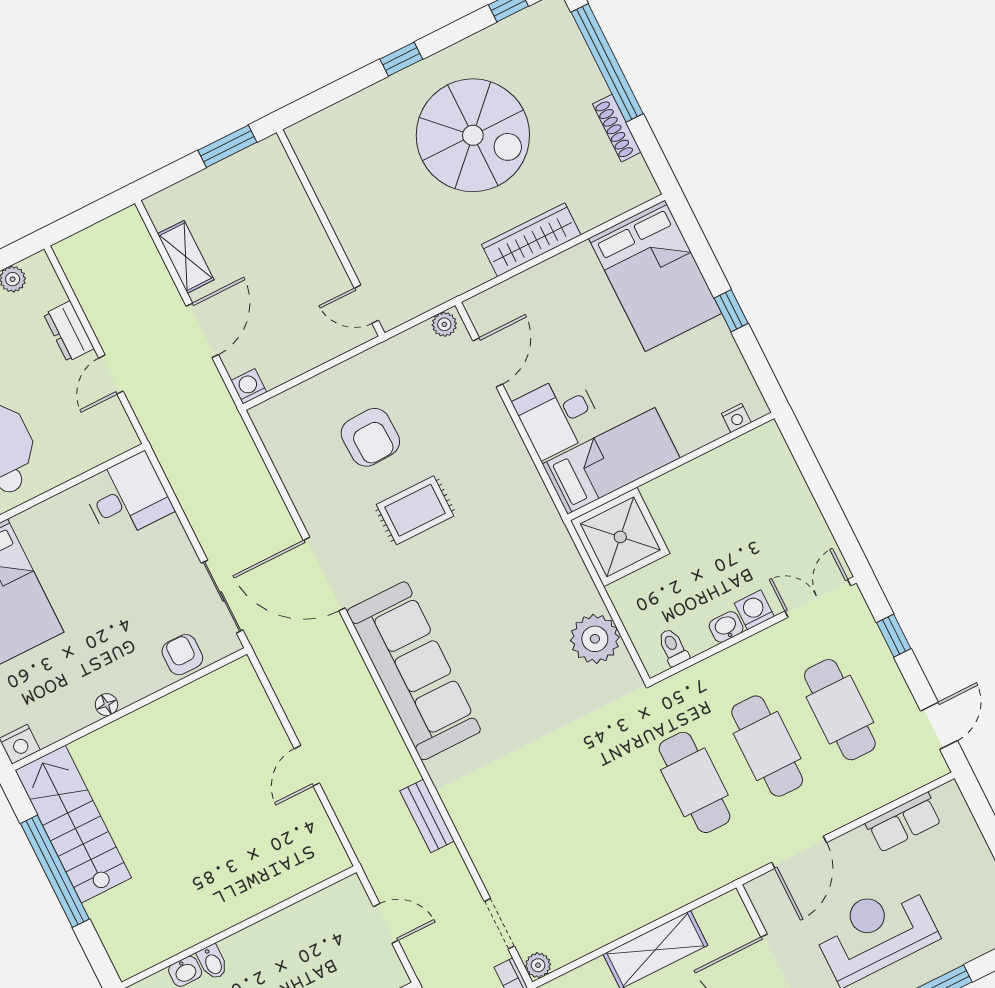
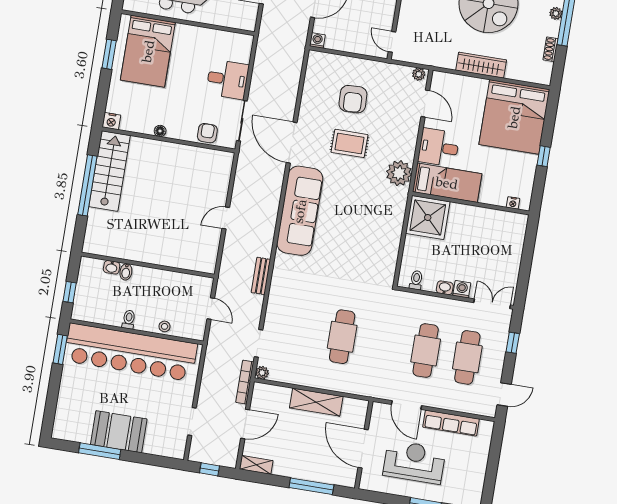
plant: (589, 75) -> (556, 13), added
shoe rack: (617, 128) -> (550, 49), width x0.70
bed: (655, 276) -> (514, 117), width x1.36
door: (488, 362) -> (425, 103), hinge flipped
desk: (127, 497) -> (227, 79), moved
plant: (595, 639) -> (399, 173), moved
cafe table: (694, 782) -> (342, 337), moved
row of seats: (904, 822) -> (451, 423), width x1.48
door: (799, 852) -> (406, 405), hinge flipped

